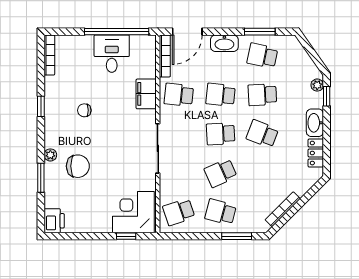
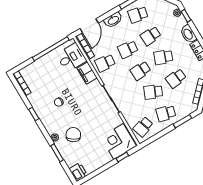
desk: (112, 54) -> (71, 58), moved, turned 90
chair: (78, 166) -> (73, 135), turned -56
school desk: (221, 173) -> (153, 92), turned 48
school desk: (262, 173) -> (176, 78), added

